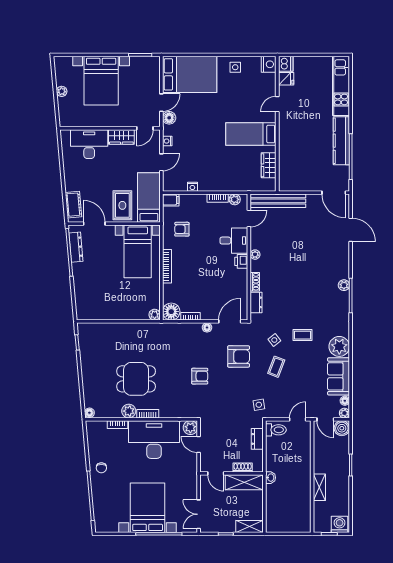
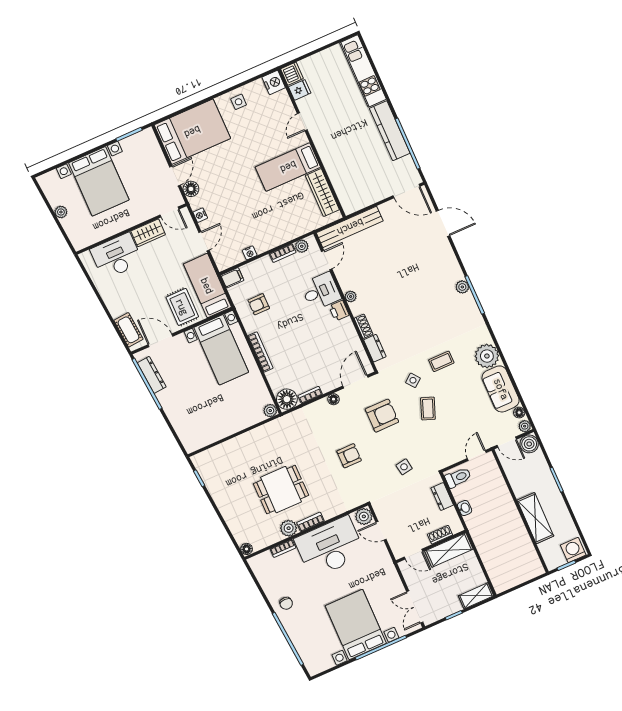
door: (145, 128) -> (170, 212), hinge flipped
wardrobe: (269, 165) -> (322, 193), width x1.50
side table: (259, 405) -> (404, 467), moved
washbasin: (270, 478) -> (465, 508), moved
shelving: (319, 487) -> (535, 518), width x1.50, depth x1.33

